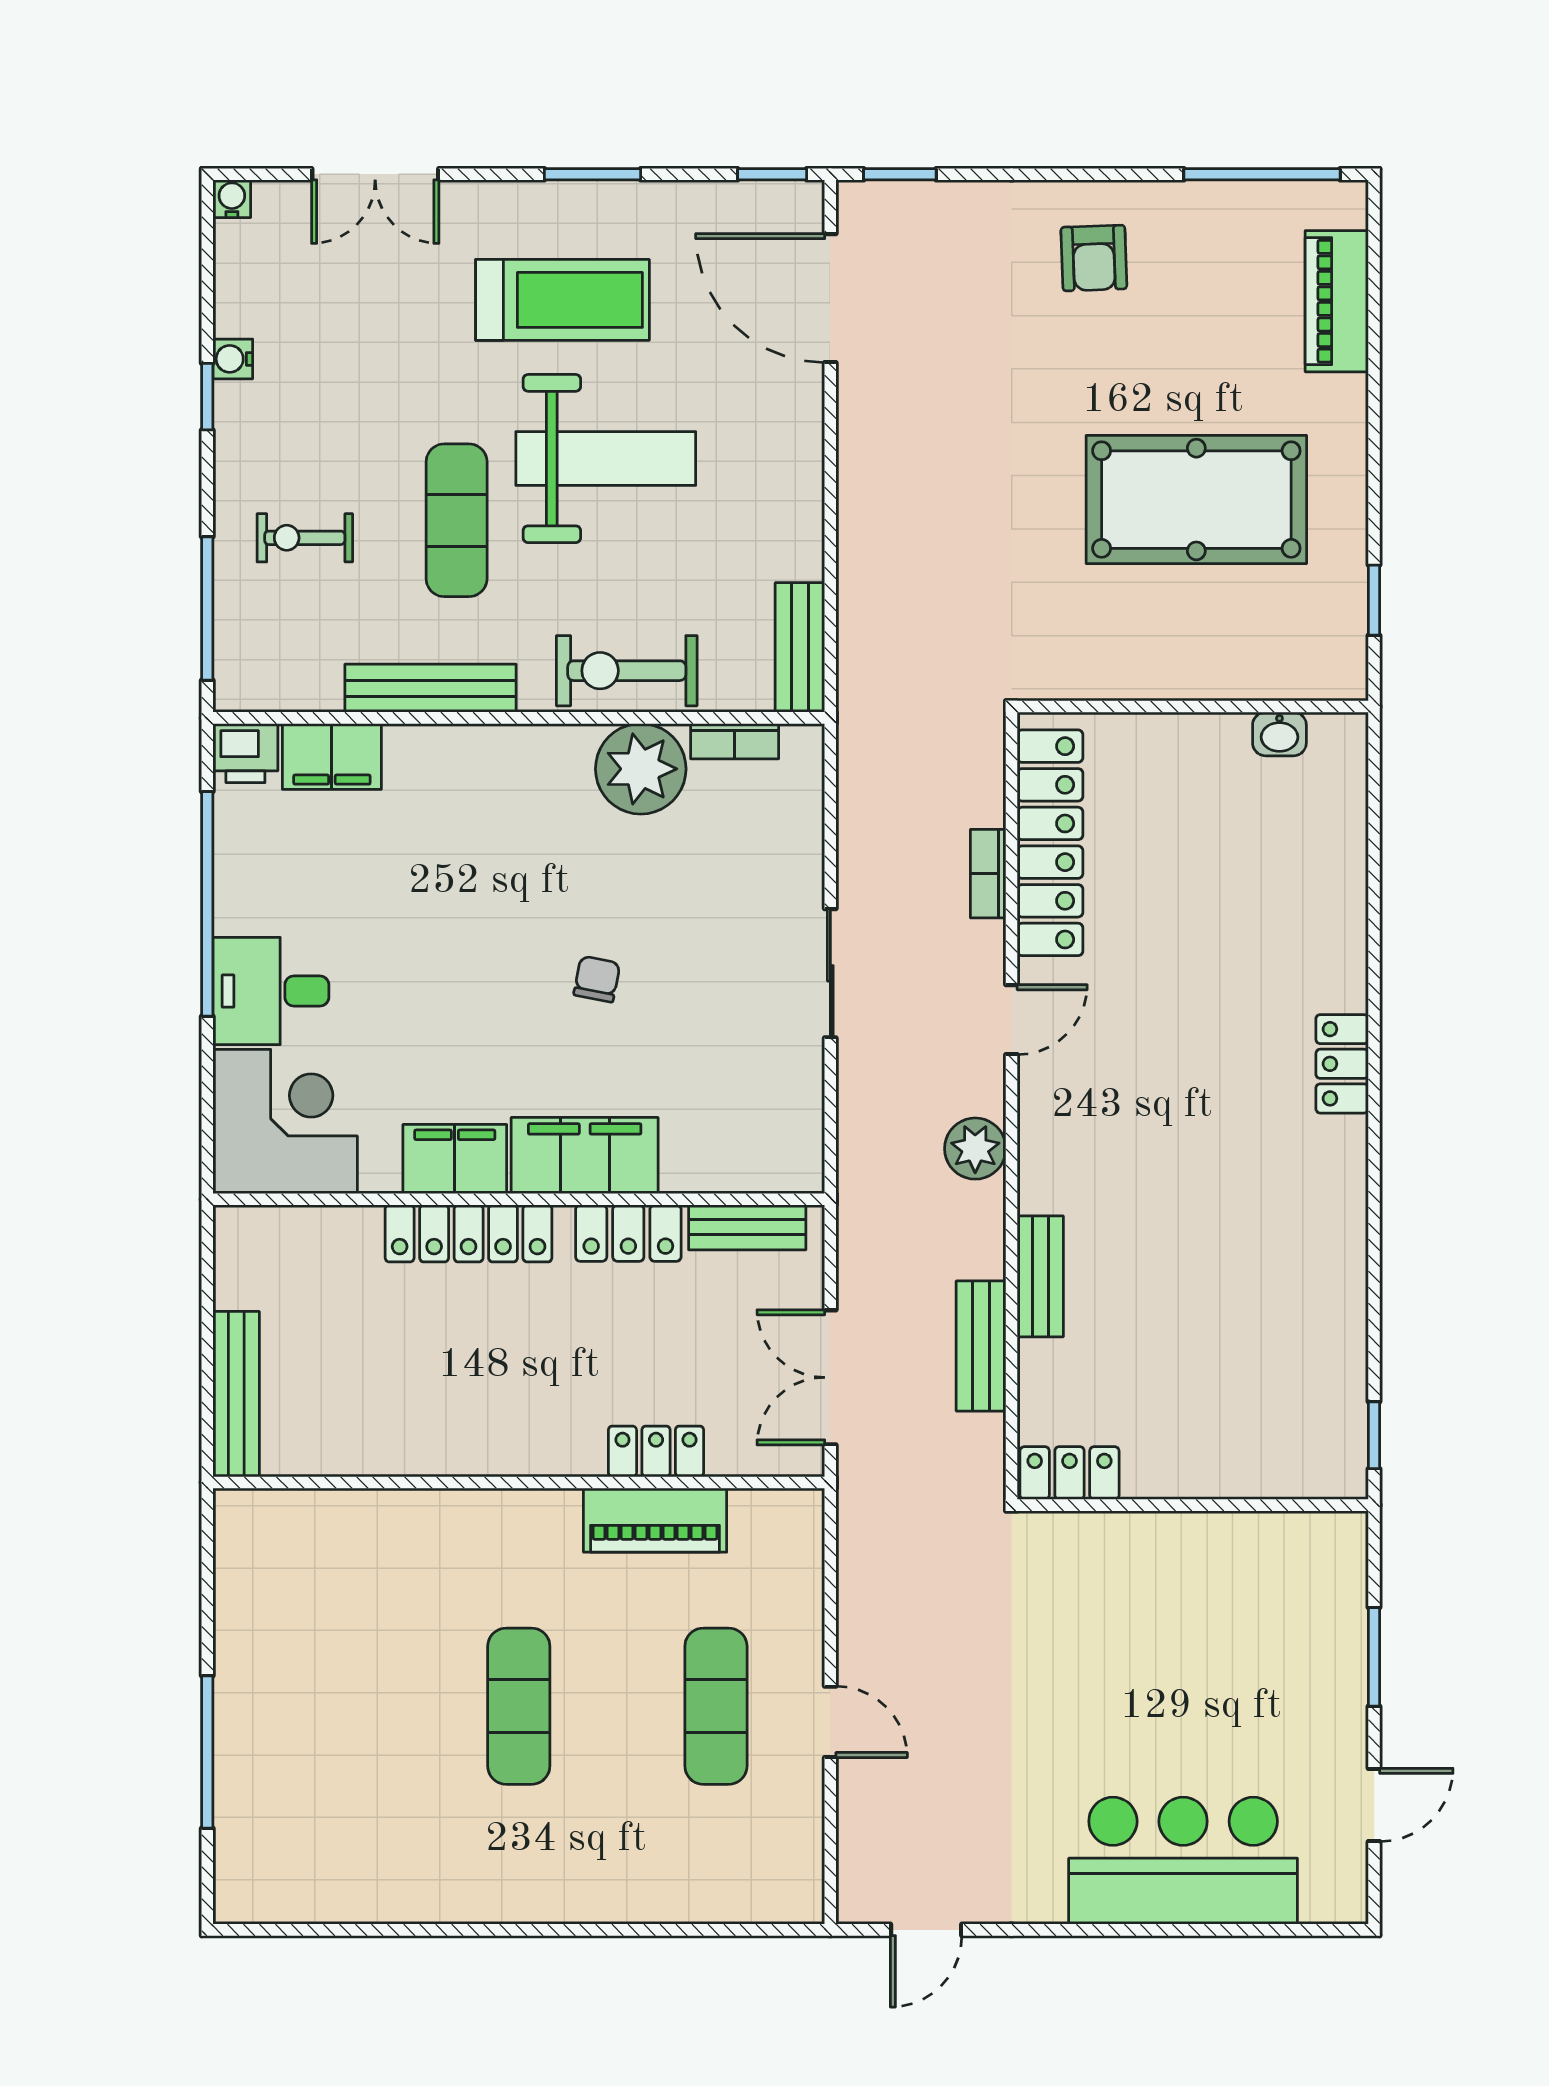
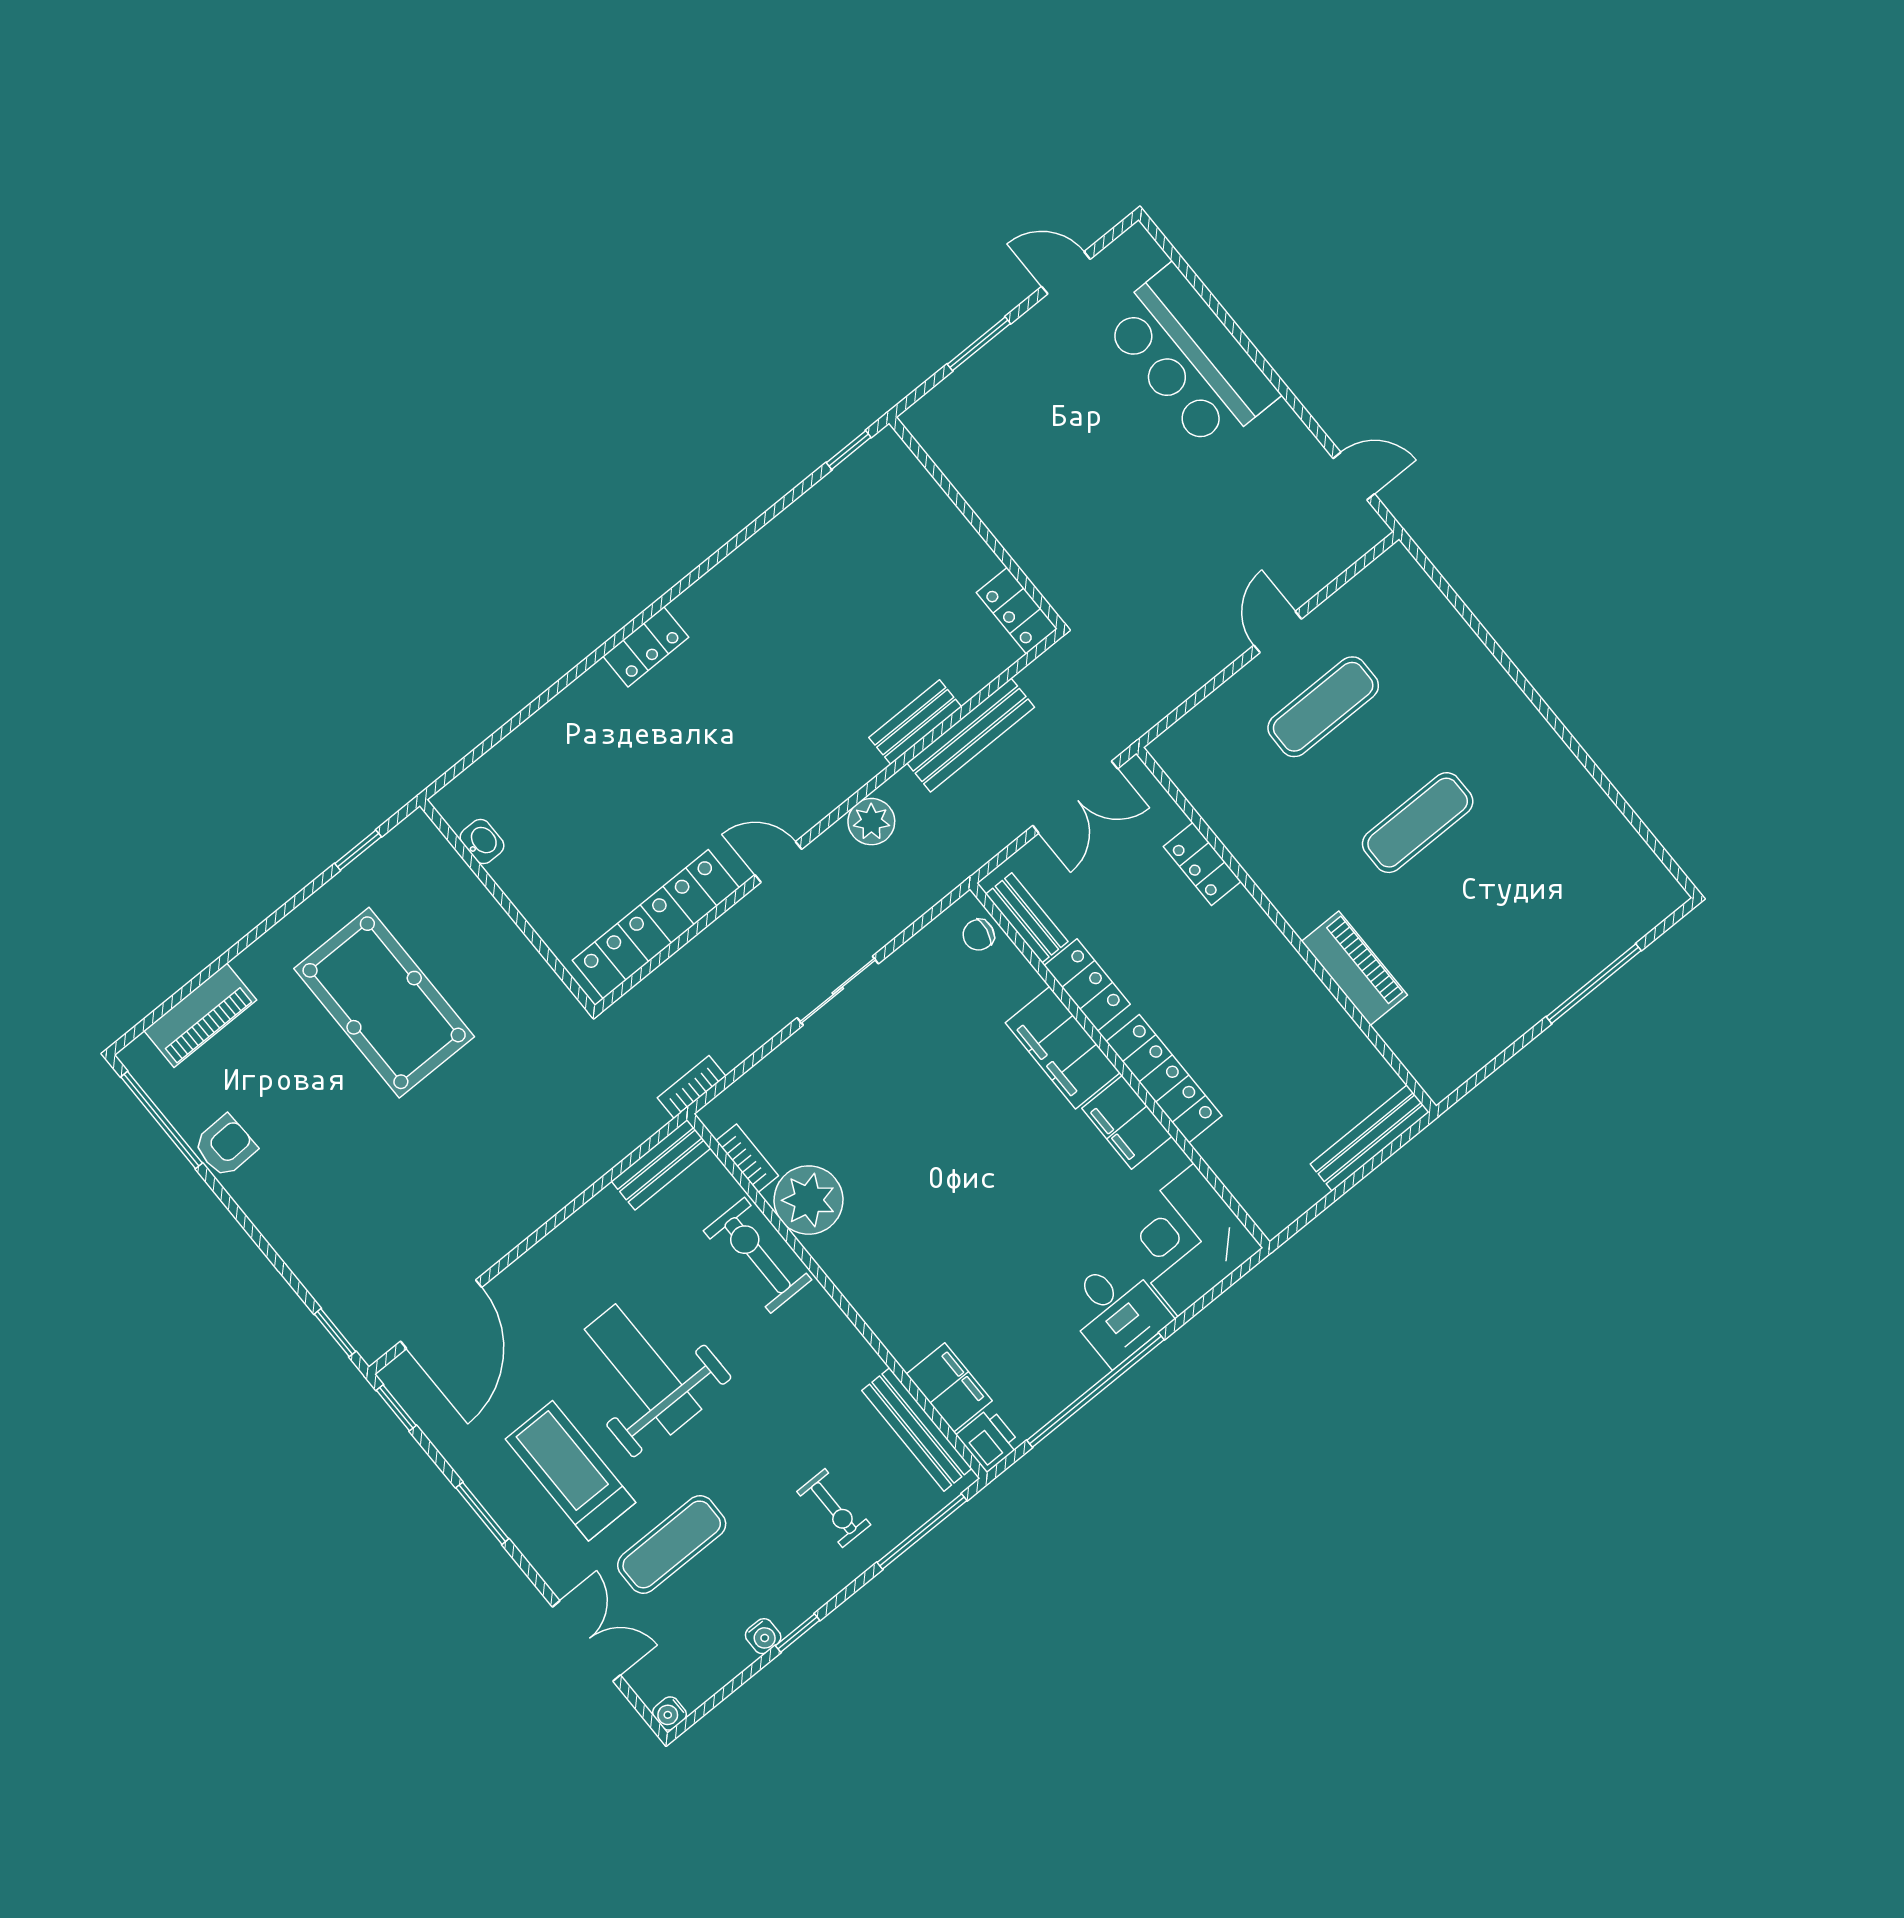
armchair: (1094, 258) -> (225, 1146), moved
exercise mat: (457, 520) -> (672, 1544), moved
exercise bike: (627, 671) -> (758, 1255), turned 180
bench: (430, 688) -> (917, 1430), moved
bookcase: (988, 874) -> (692, 1087), moved, turned 180
chair: (597, 979) -> (979, 935), moved
bench: (981, 1346) -> (971, 735), width x1.36
piano: (655, 1520) -> (1354, 968), moved

